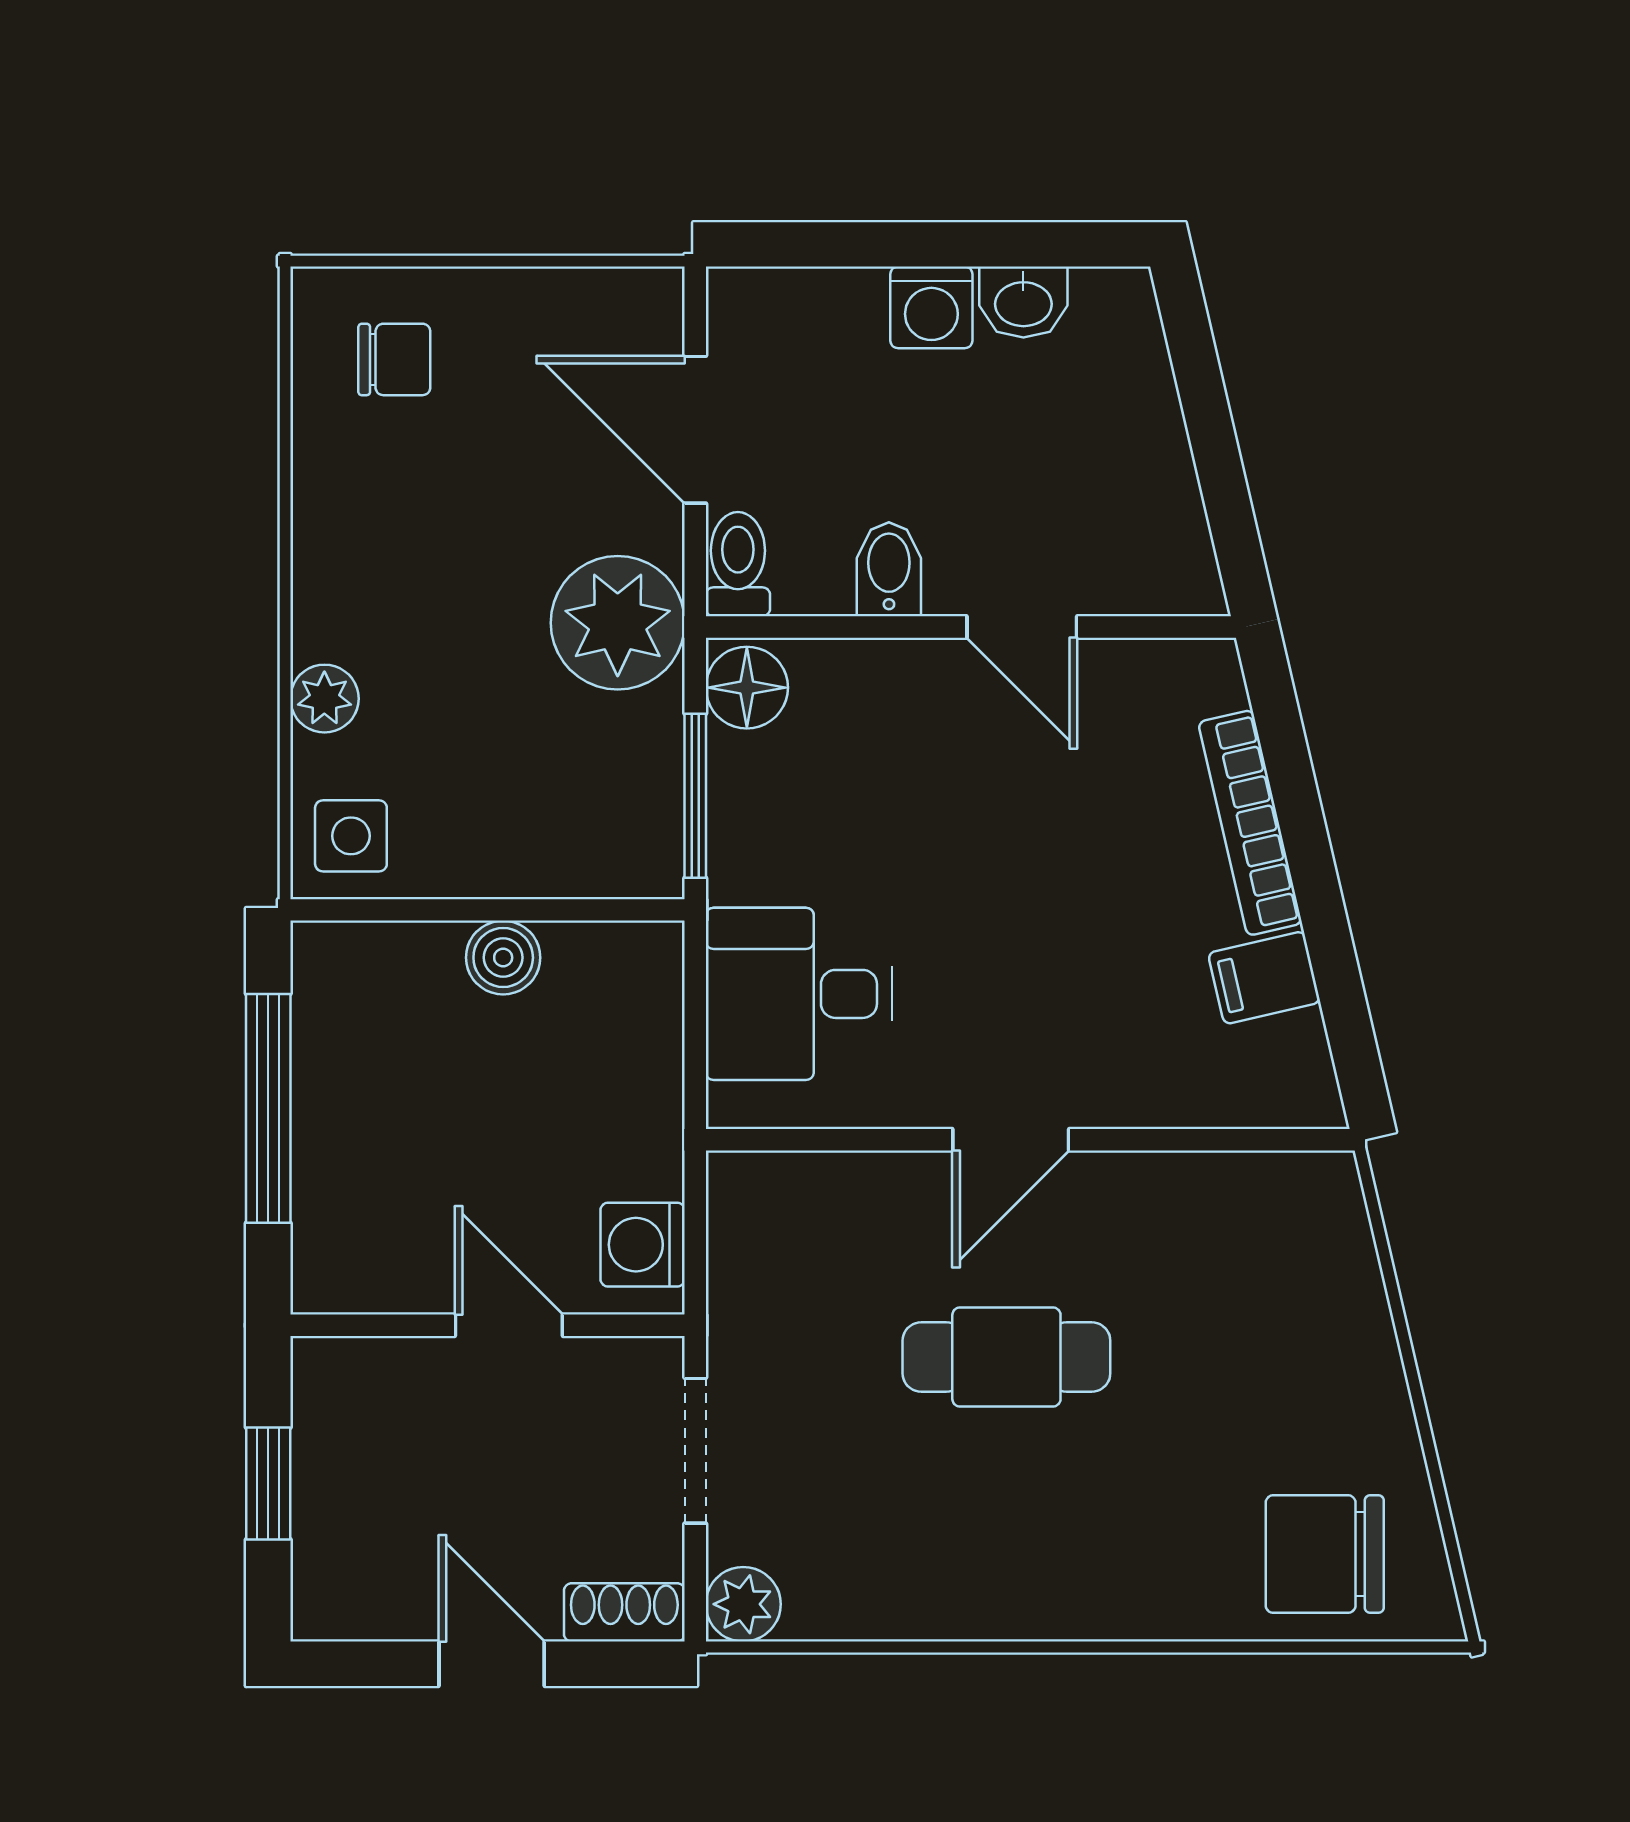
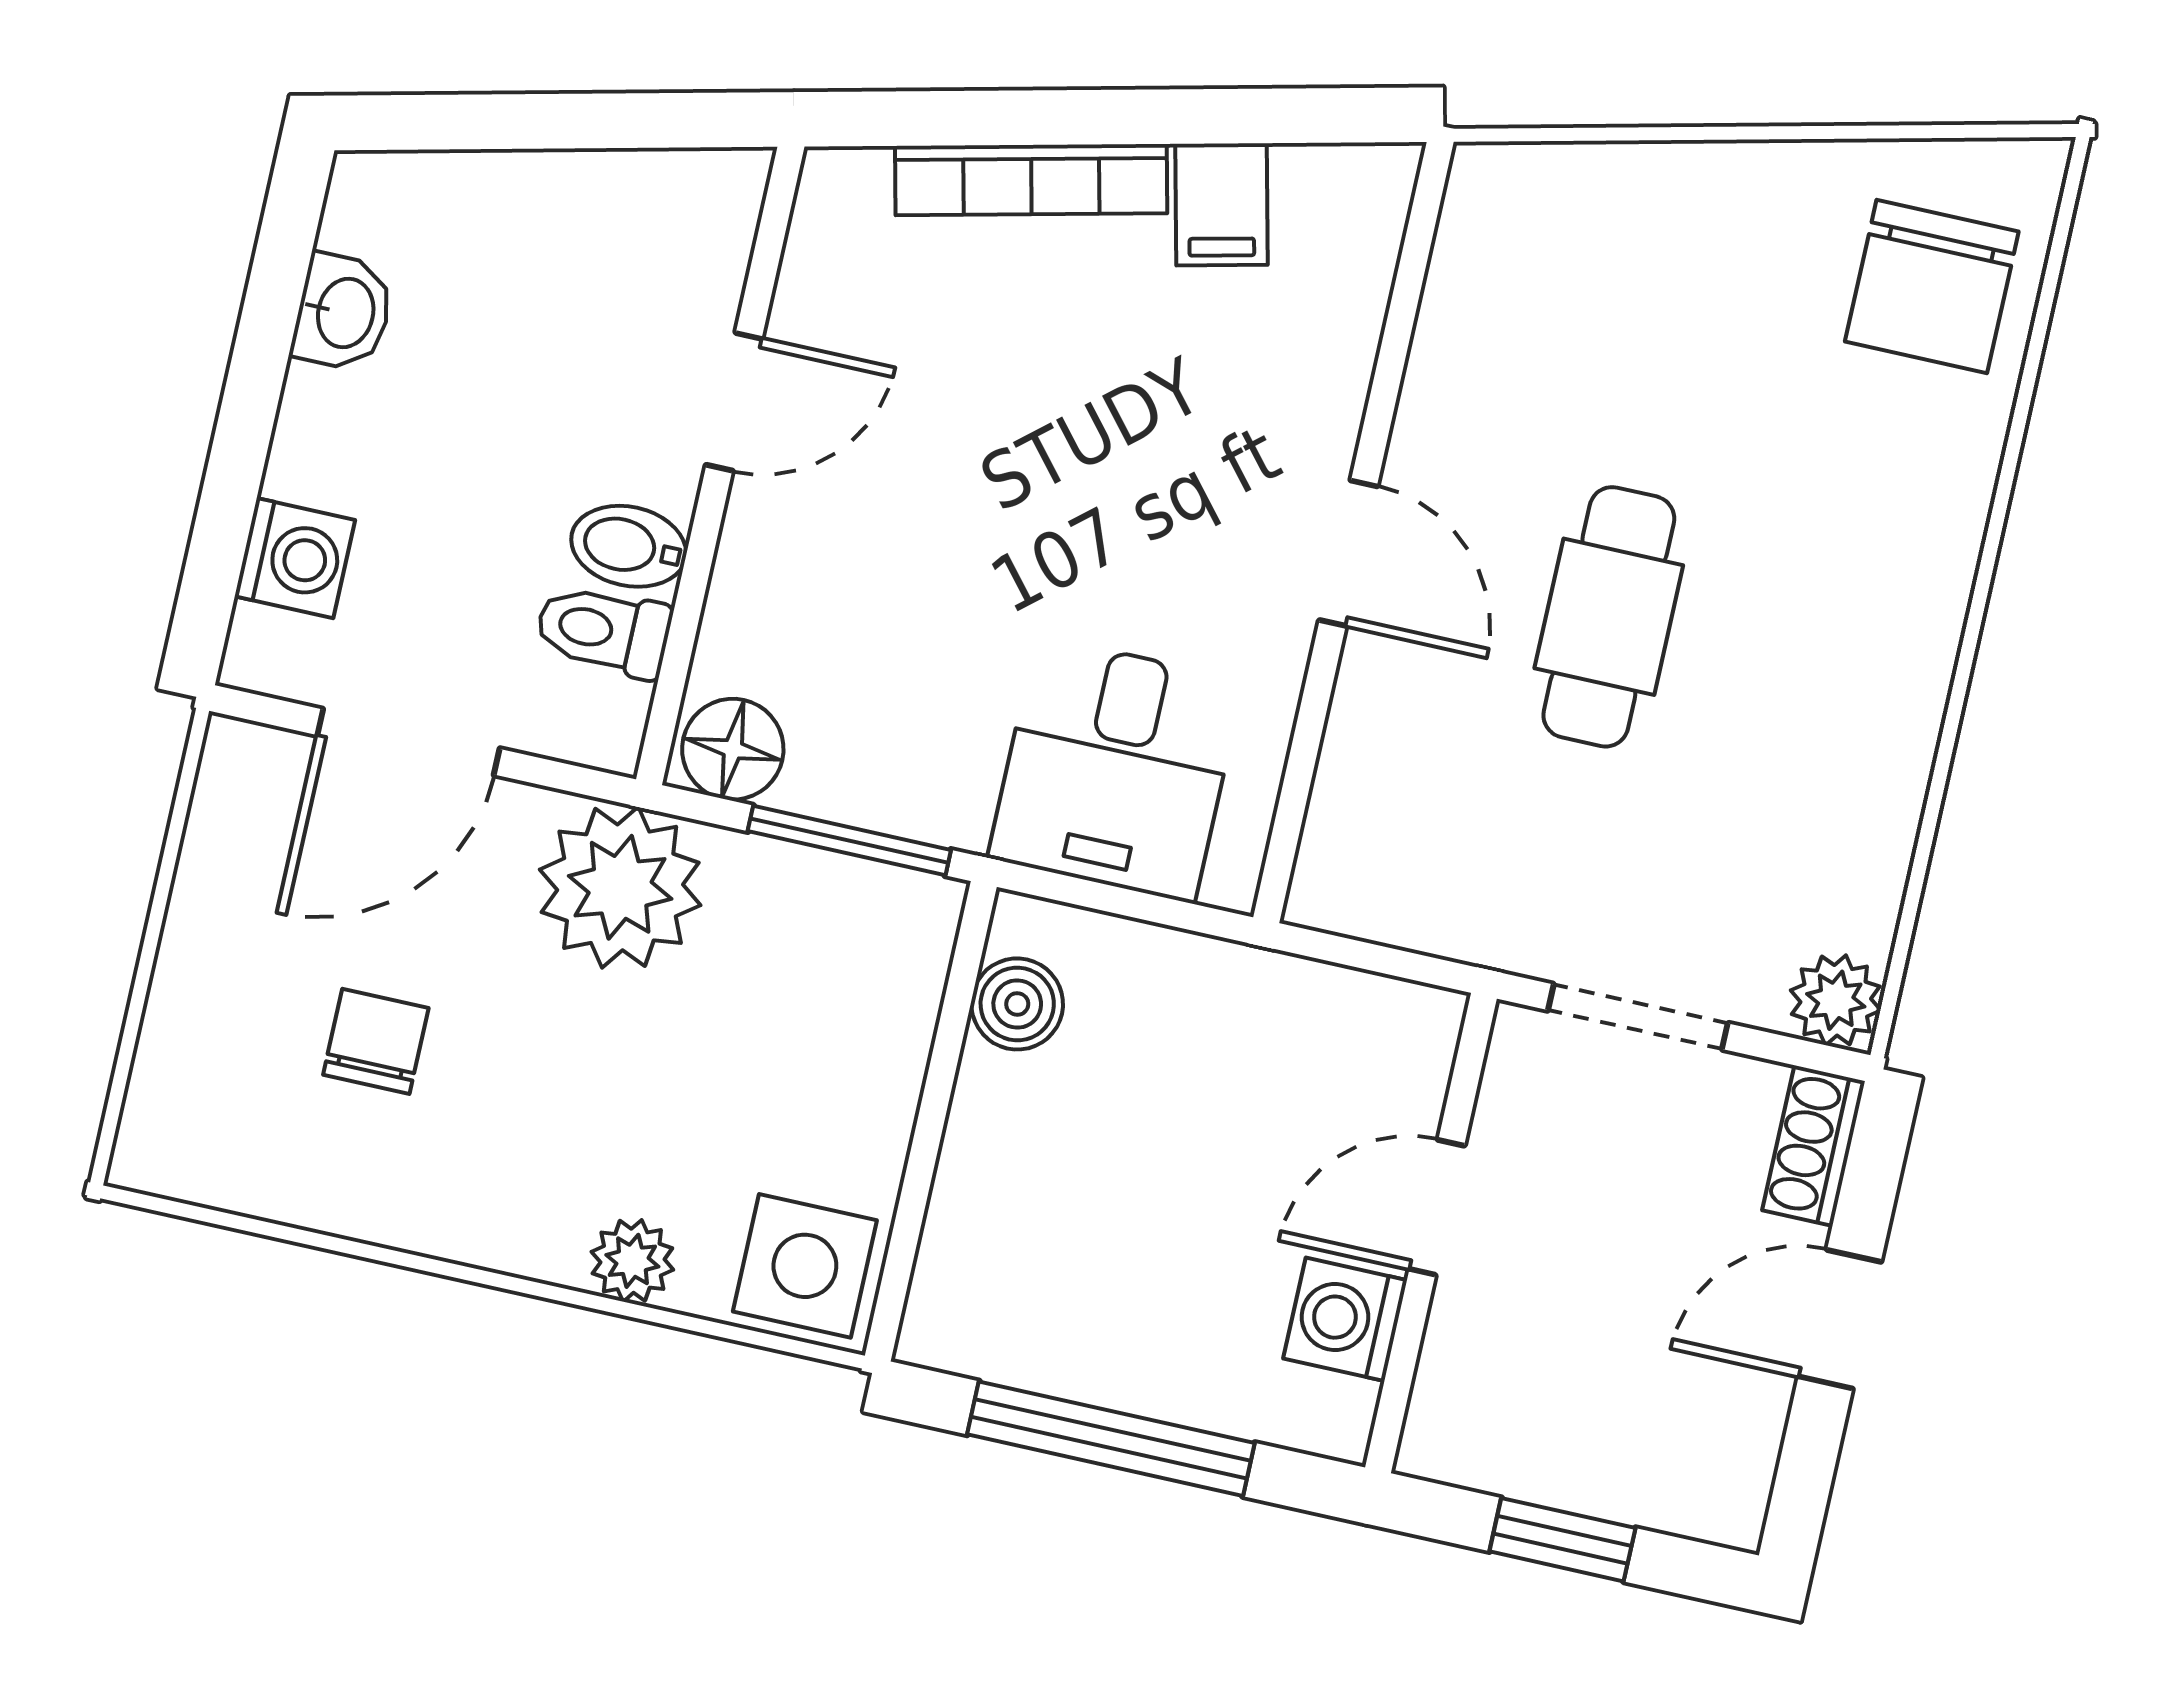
washing machine: (931, 307) -> (295, 558), moved
chair: (394, 359) -> (376, 1041), moved
toilet: (738, 564) -> (603, 631), moved
side table: (351, 836) -> (805, 1266), width x1.37, depth x1.37
boiler: (503, 958) -> (1017, 1004), moved
washing machine: (643, 1245) -> (1345, 1319), moved, turned 90

